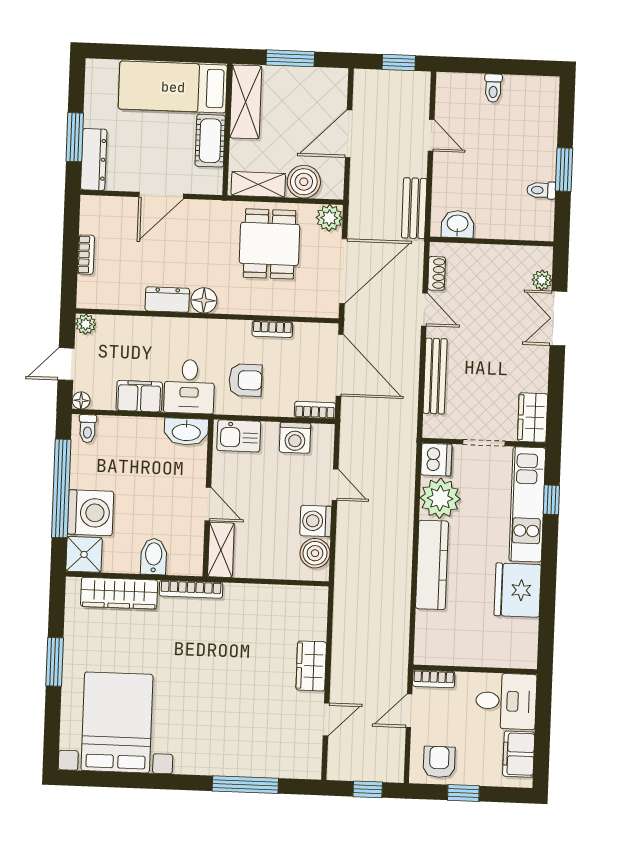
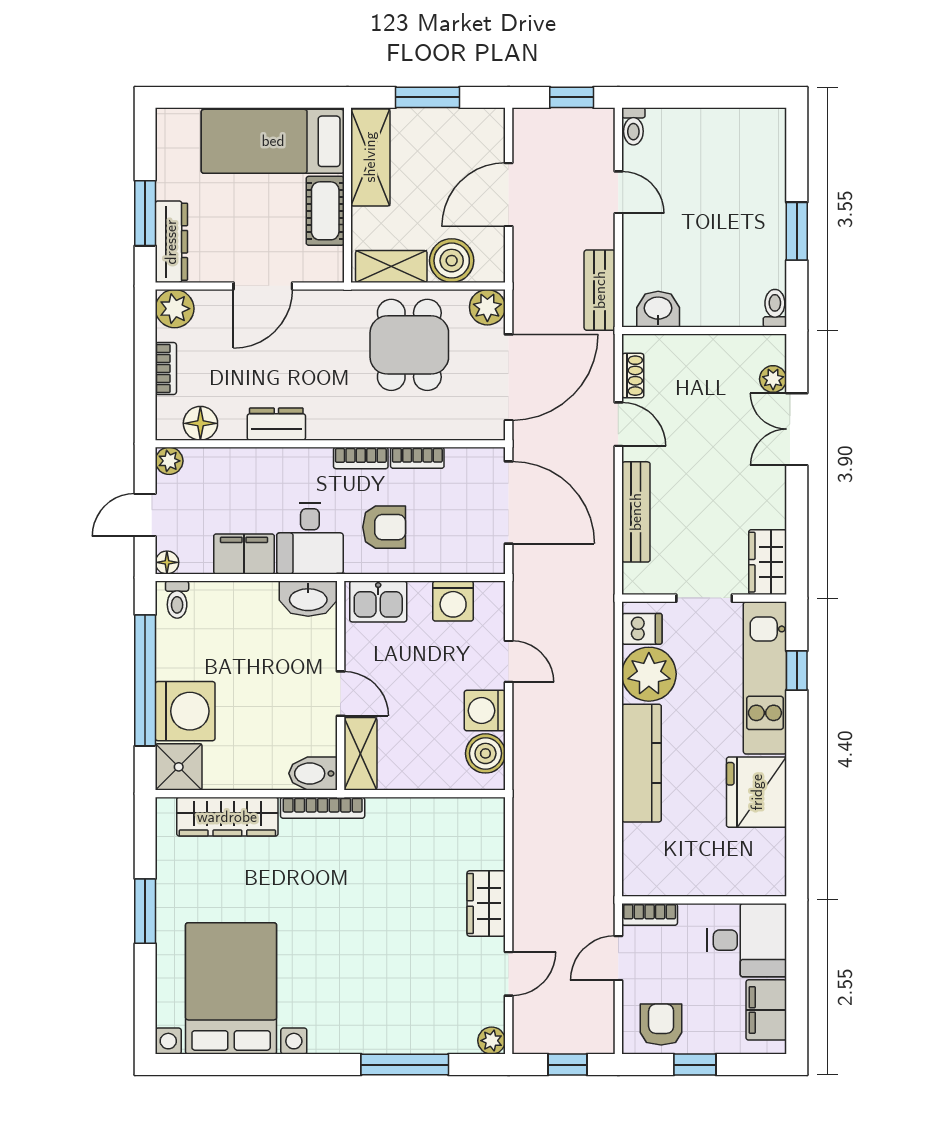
toilet: (493, 88) -> (633, 126), moved
toilet: (541, 190) -> (775, 308), moved, turned 90
plant: (94, 210) -> (175, 309), added
floor lamp: (204, 300) -> (200, 423), moved
bookcase: (315, 410) -> (361, 458), moved, turned 180
dishwasher: (436, 460) -> (642, 629), width x0.73
bidet: (154, 556) -> (313, 773), moved, turned -90
plant: (311, 769) -> (492, 1041), added

